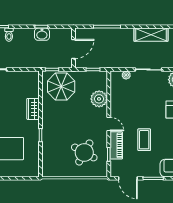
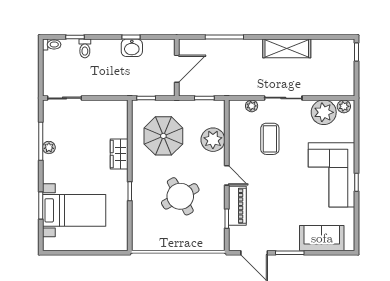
parasol: (61, 87) -> (163, 136), moved
coffee table: (144, 140) -> (270, 139), moved
round table: (84, 152) -> (180, 196), moved, turned 32

